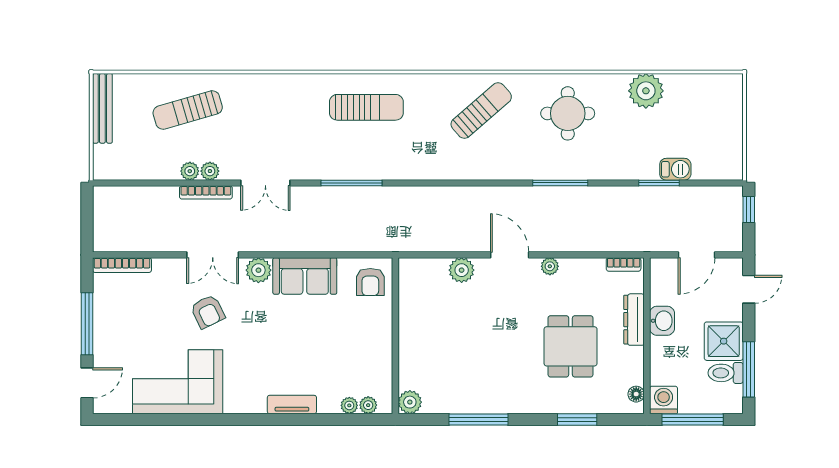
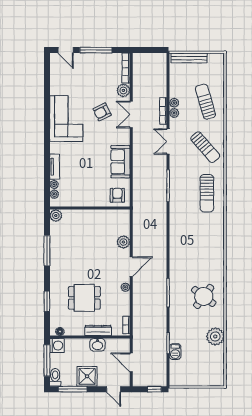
bench: (102, 108) -> (189, 58), moved
sun lounger: (481, 111) -> (205, 147), moved
round table: (568, 113) -> (204, 296), turned 37
plant: (258, 270) -> (123, 90), moved
armchair: (370, 282) -> (117, 195), turned 90
toilet: (726, 373) -> (55, 377), moved
corner sofa: (178, 382) -> (66, 119), moved
tv unit: (292, 404) -> (55, 167), moved

